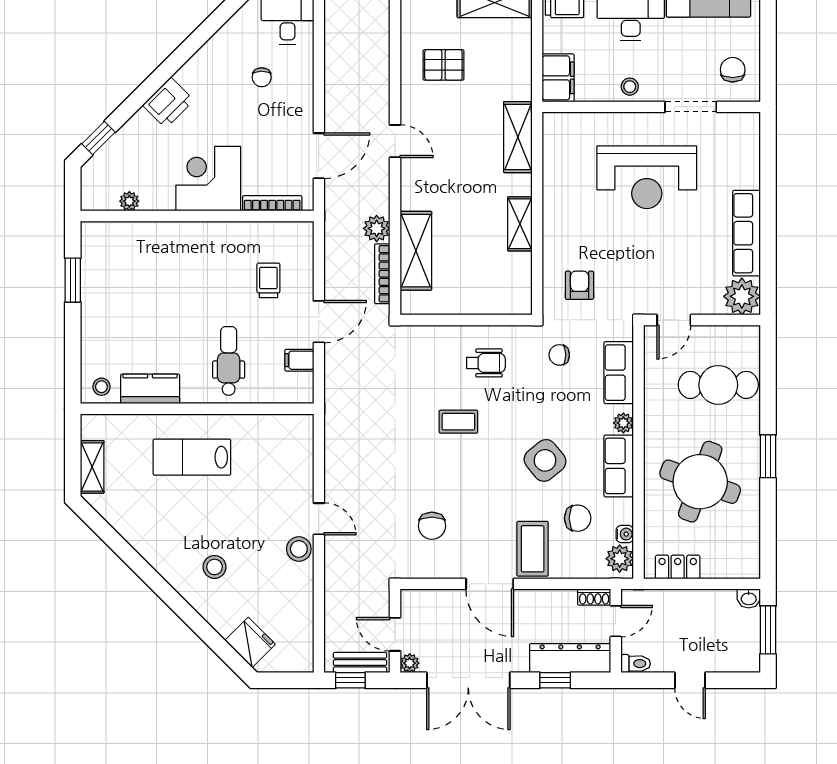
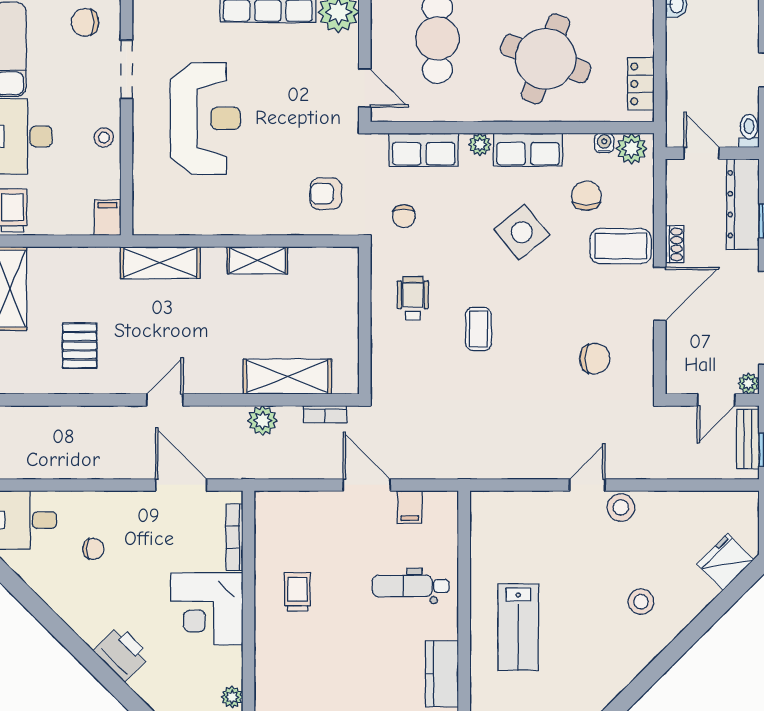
filing cabinet: (558, 78) -> (107, 218), width x0.50
bookcase: (382, 274) -> (325, 414), width x0.64
trolley: (268, 280) -> (297, 592), moved, turned 90
shoe rack: (594, 597) -> (674, 244), moved

